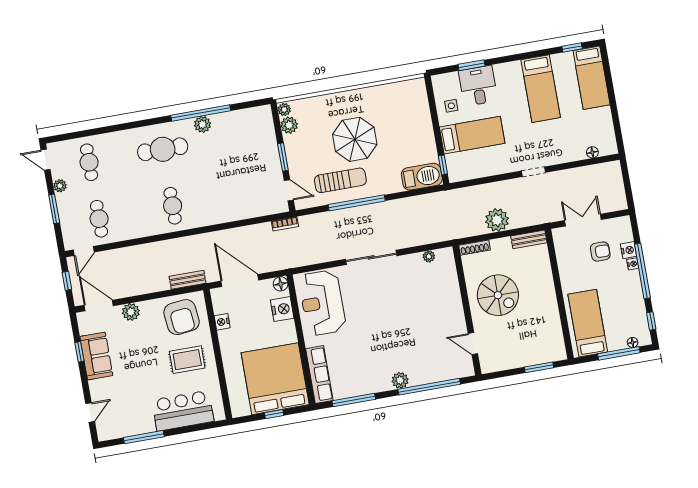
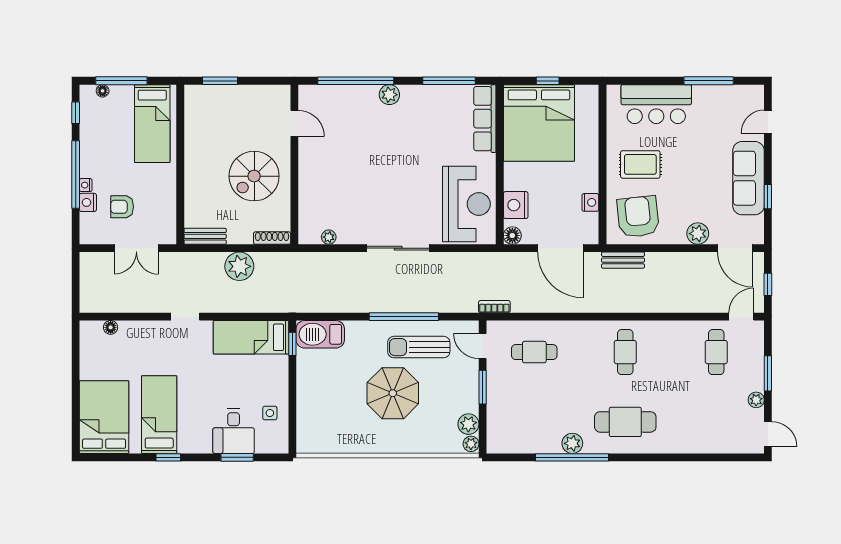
window: (572, 48) -> (168, 457), moved
bed: (592, 78) -> (104, 417), width x1.50
bed: (472, 135) -> (251, 337), moved
cafe table: (89, 162) -> (534, 352), moved, turned 90
spiral stairs: (498, 295) -> (254, 176), turned -90
sofa: (96, 356) -> (748, 178), width x1.36

